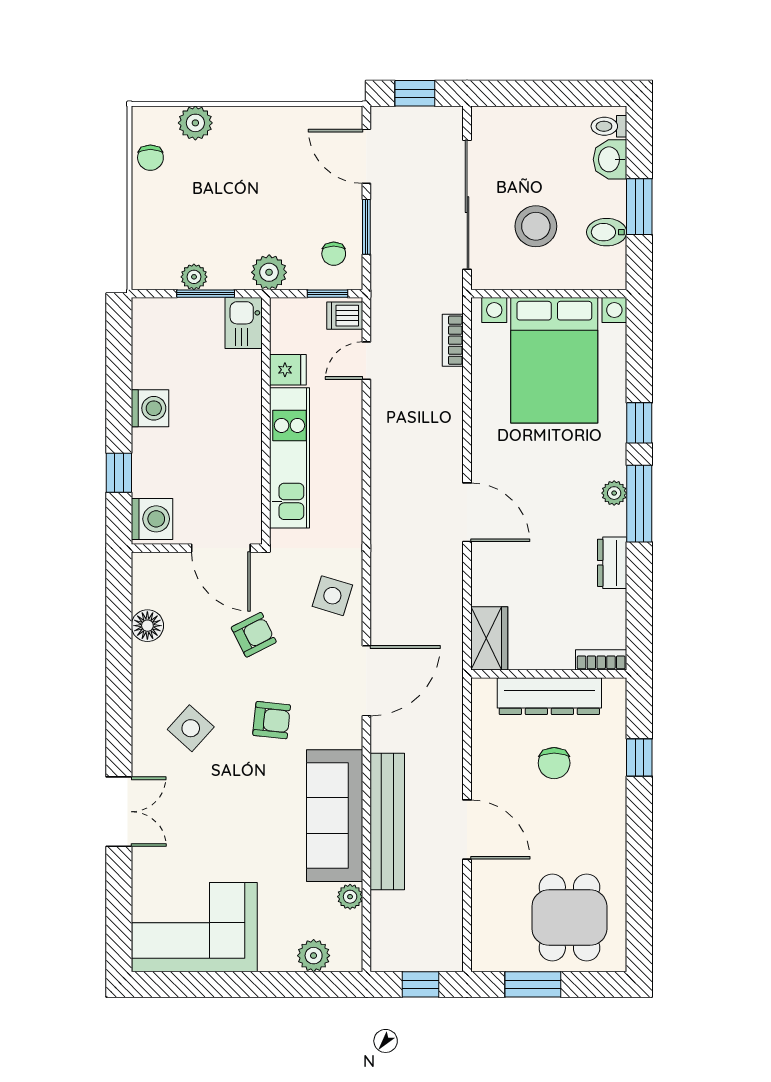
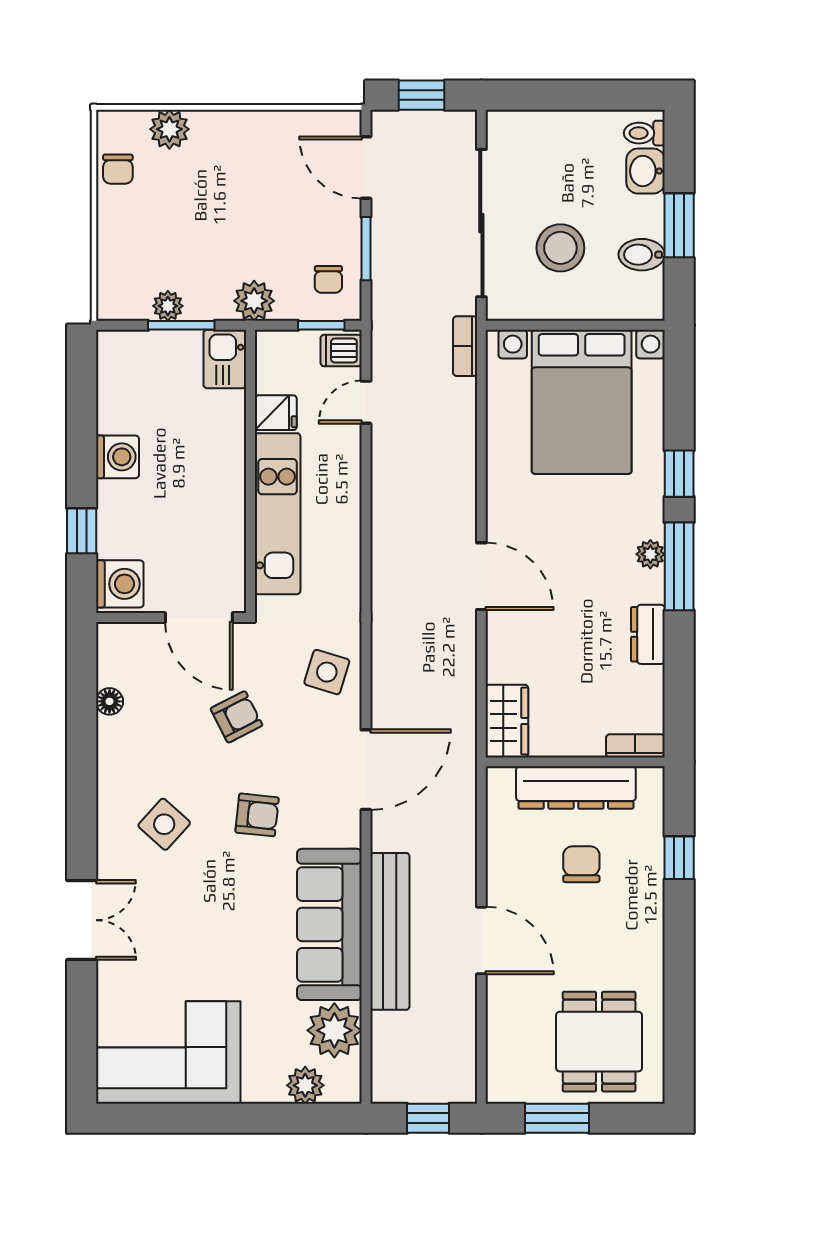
bookcase: (453, 340) -> (465, 346), moved
floor lamp: (147, 626) -> (110, 701), width x0.73, depth x0.73
chair: (554, 763) -> (581, 864), turned 180
plant: (350, 897) -> (334, 1030), width x1.88, depth x1.88

